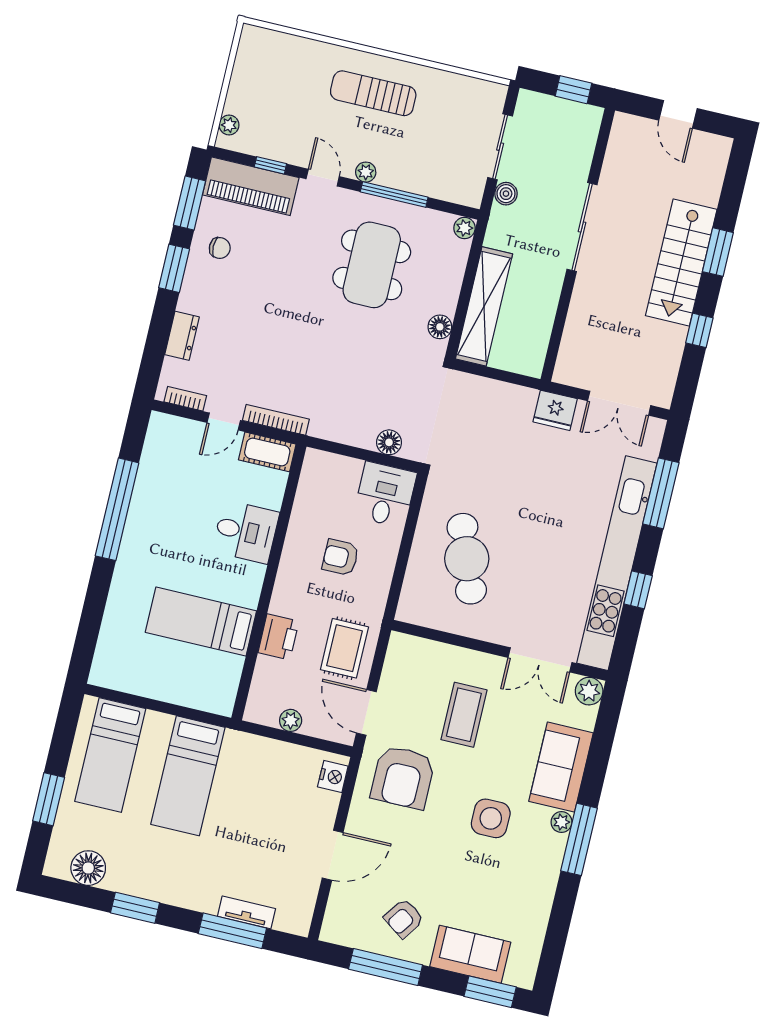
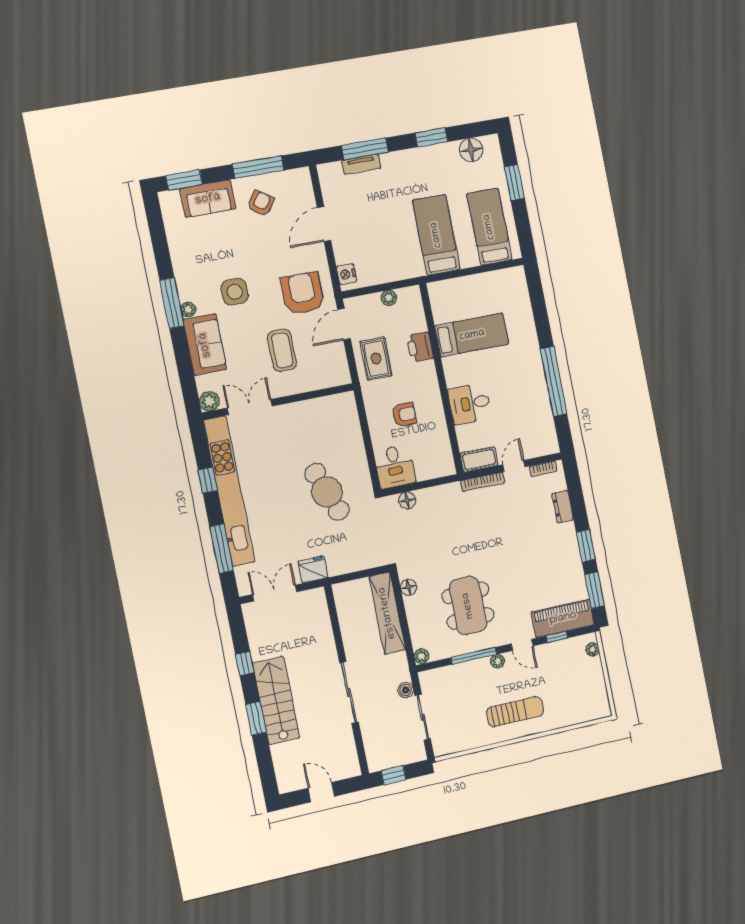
chair: (220, 248) -> (564, 571), removed
cafe table: (467, 559) -> (327, 492), moved
door: (366, 712) -> (344, 324), swing flipped

